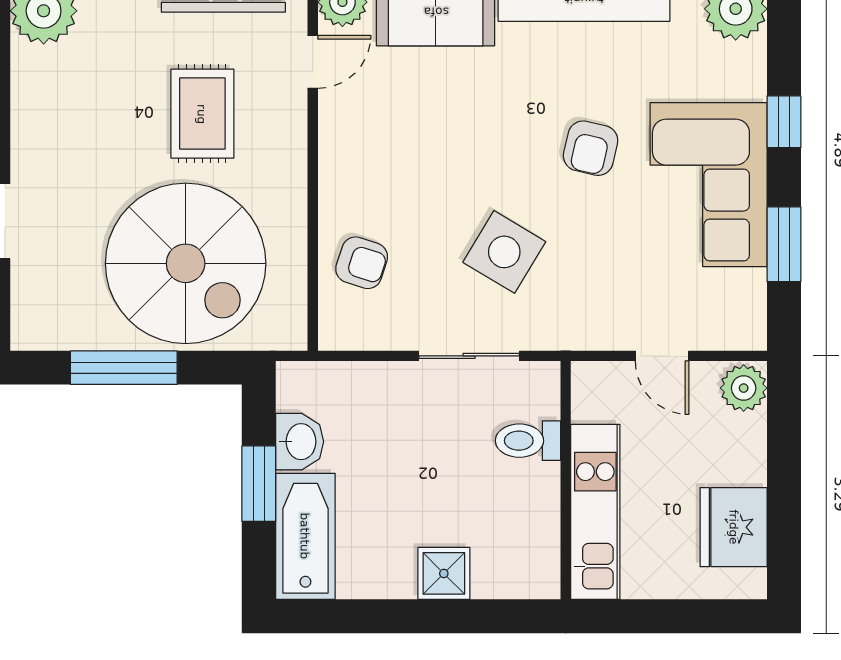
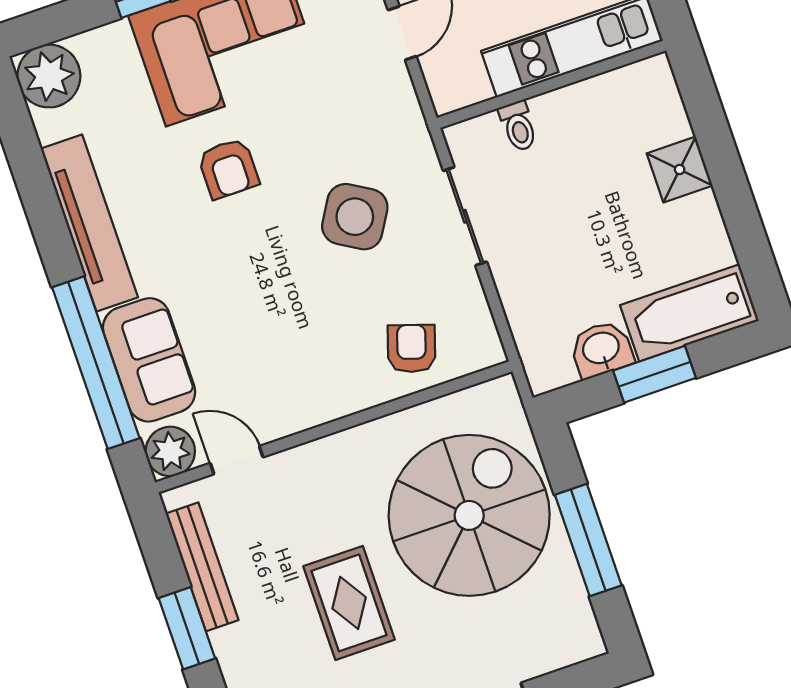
rug: (202, 114) -> (349, 603), moved, turned 90
armchair: (591, 148) -> (228, 168), turned 77
toilet: (528, 441) -> (518, 126), width x0.73, depth x0.72

